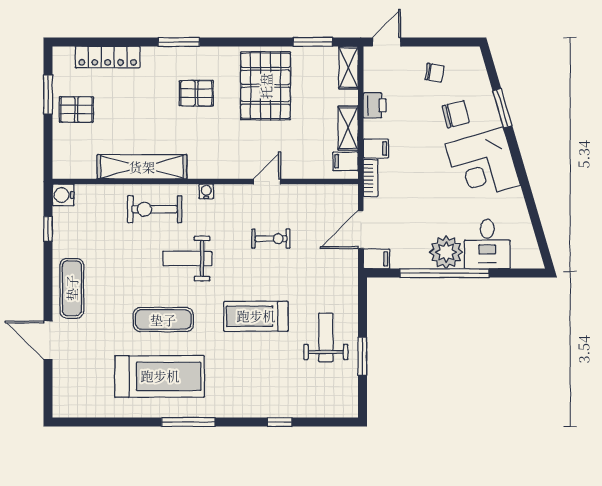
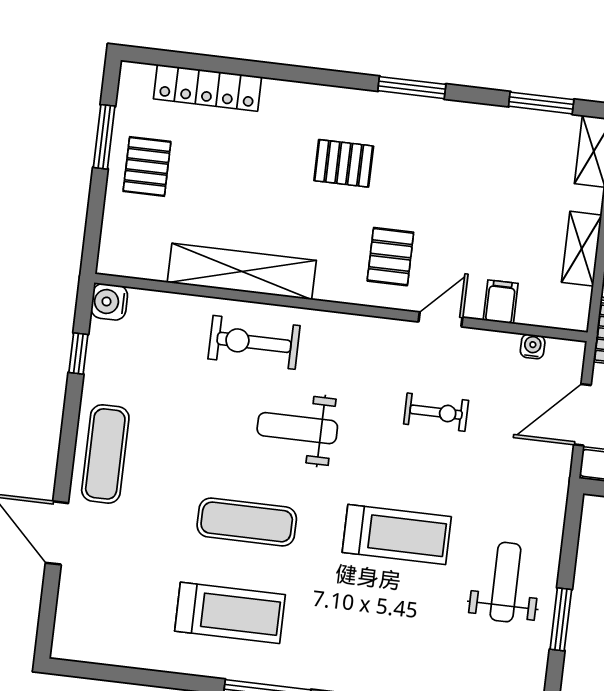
window: (179, 42) -> (412, 88), moved
pallet: (266, 86) -> (390, 257), moved, width x0.49, depth x0.50
pallet: (76, 110) -> (147, 166), turned 90
filing cabinet: (345, 161) -> (501, 302), moved, turned 90
water cooler: (206, 191) -> (533, 346), moved
treadmill: (256, 316) -> (397, 535), turned 180
treadmill: (160, 376) -> (230, 613), width x0.73, depth x0.73

